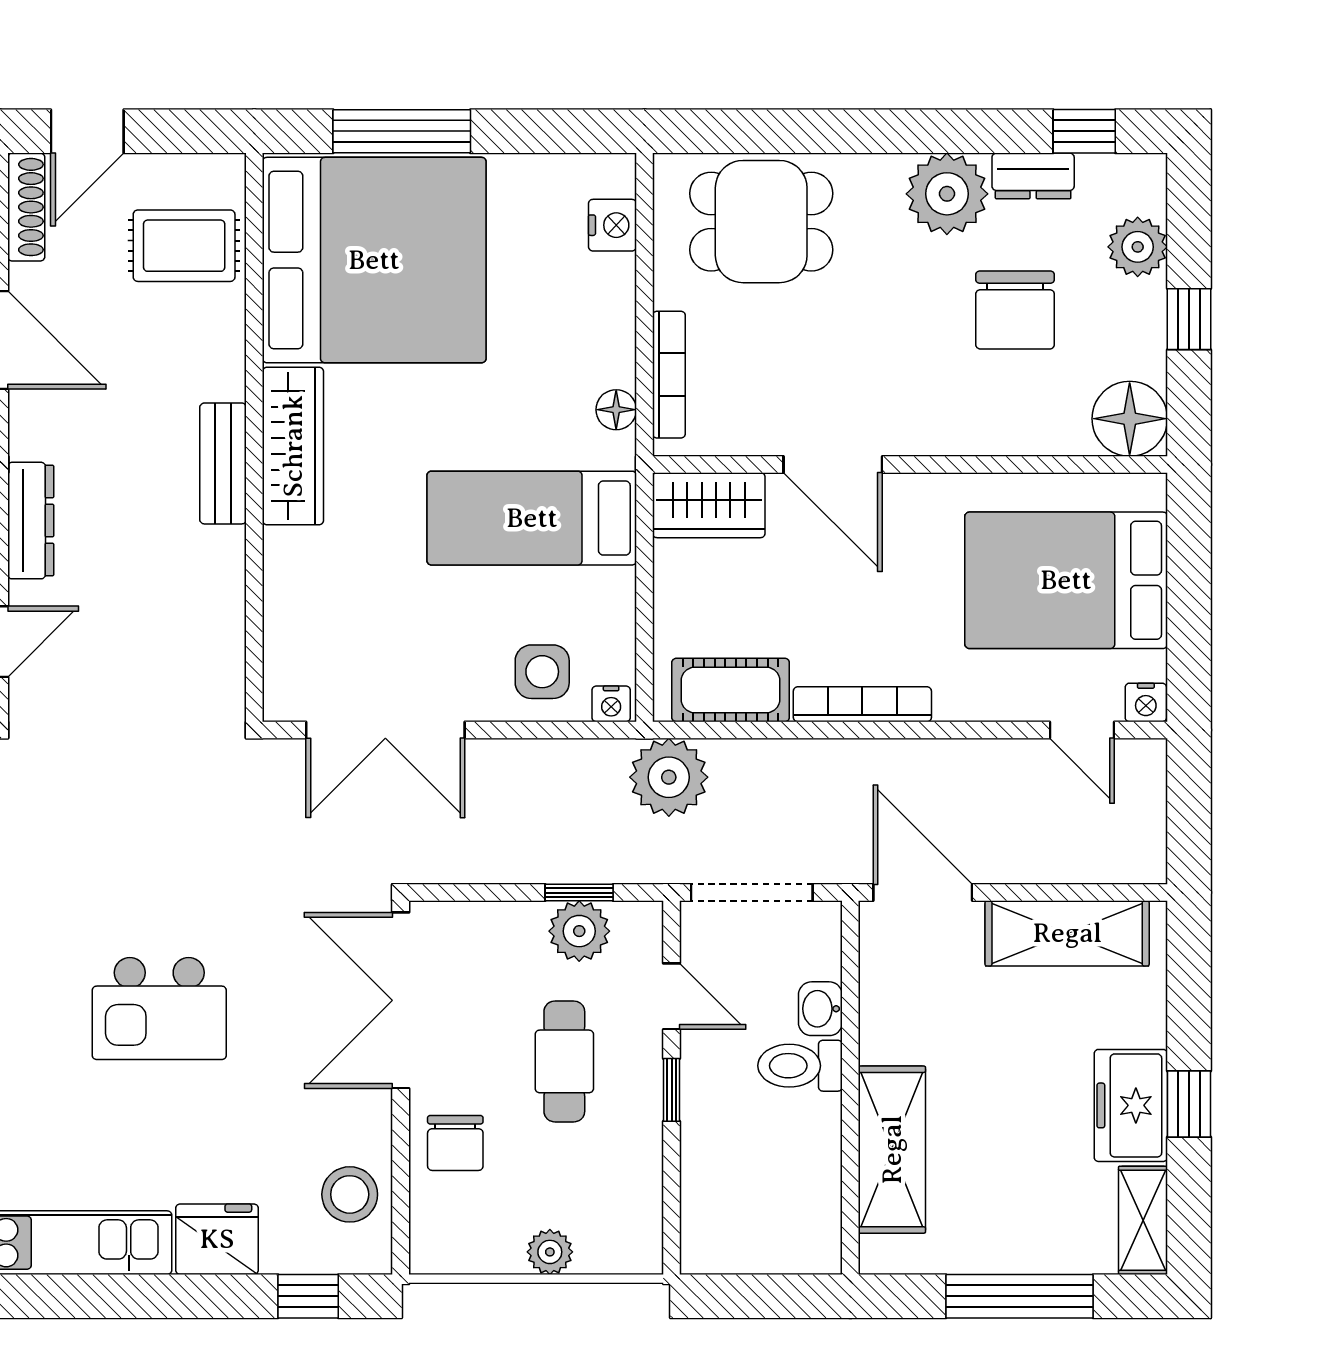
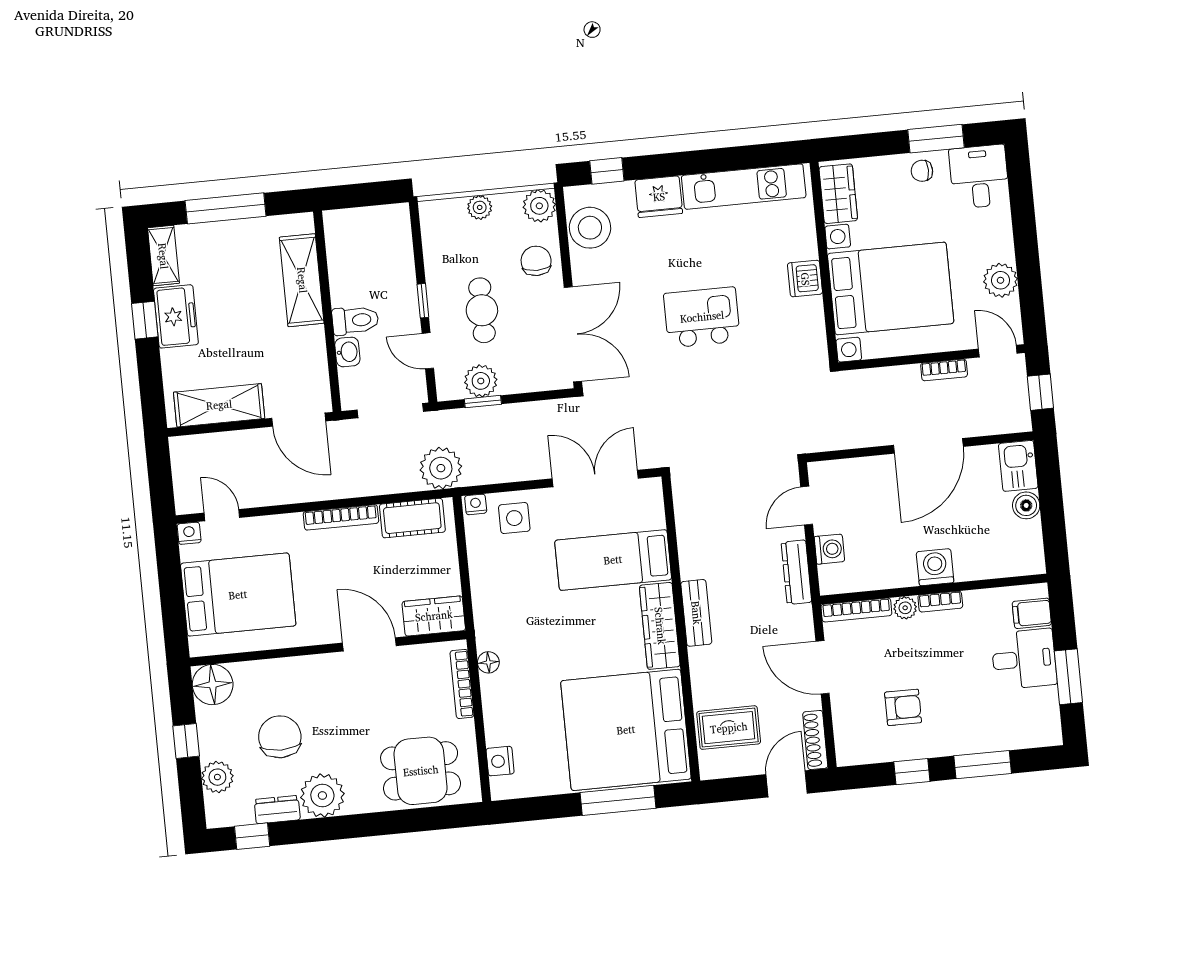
bed: (532, 518) -> (613, 560), moved, turned 180
stool: (350, 1194) -> (590, 228), width x1.38, depth x1.38
plant: (439, 1244) -> (539, 206), added

